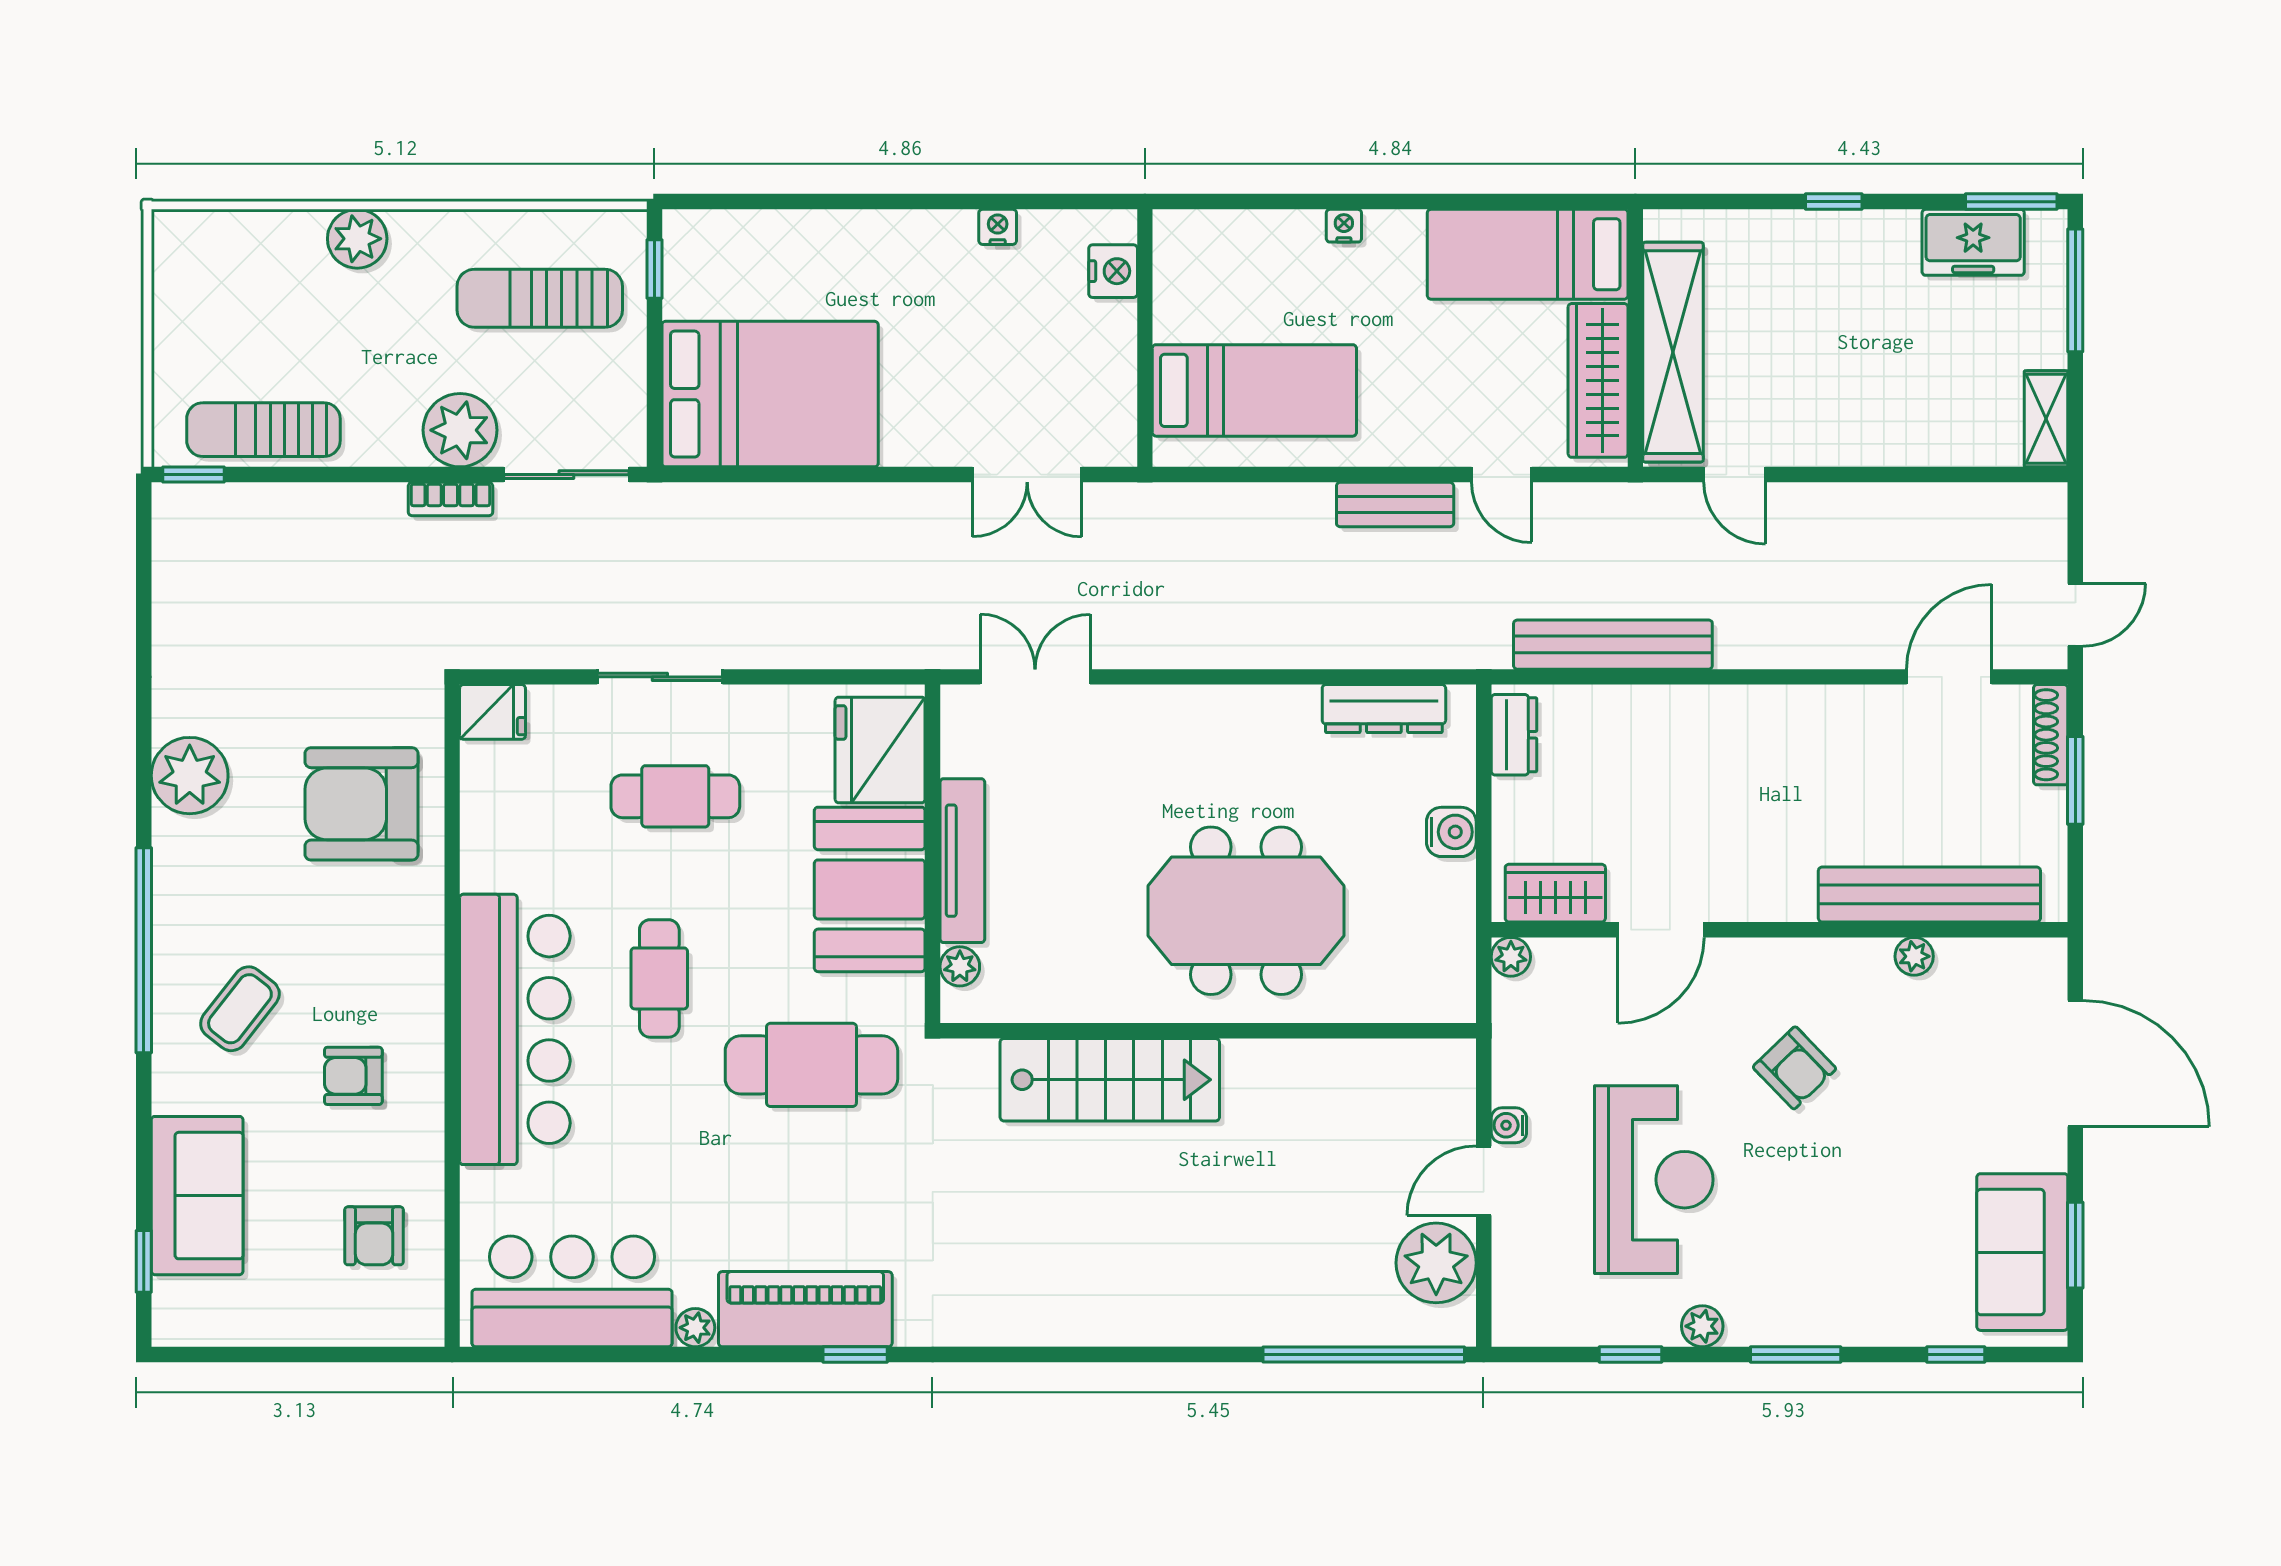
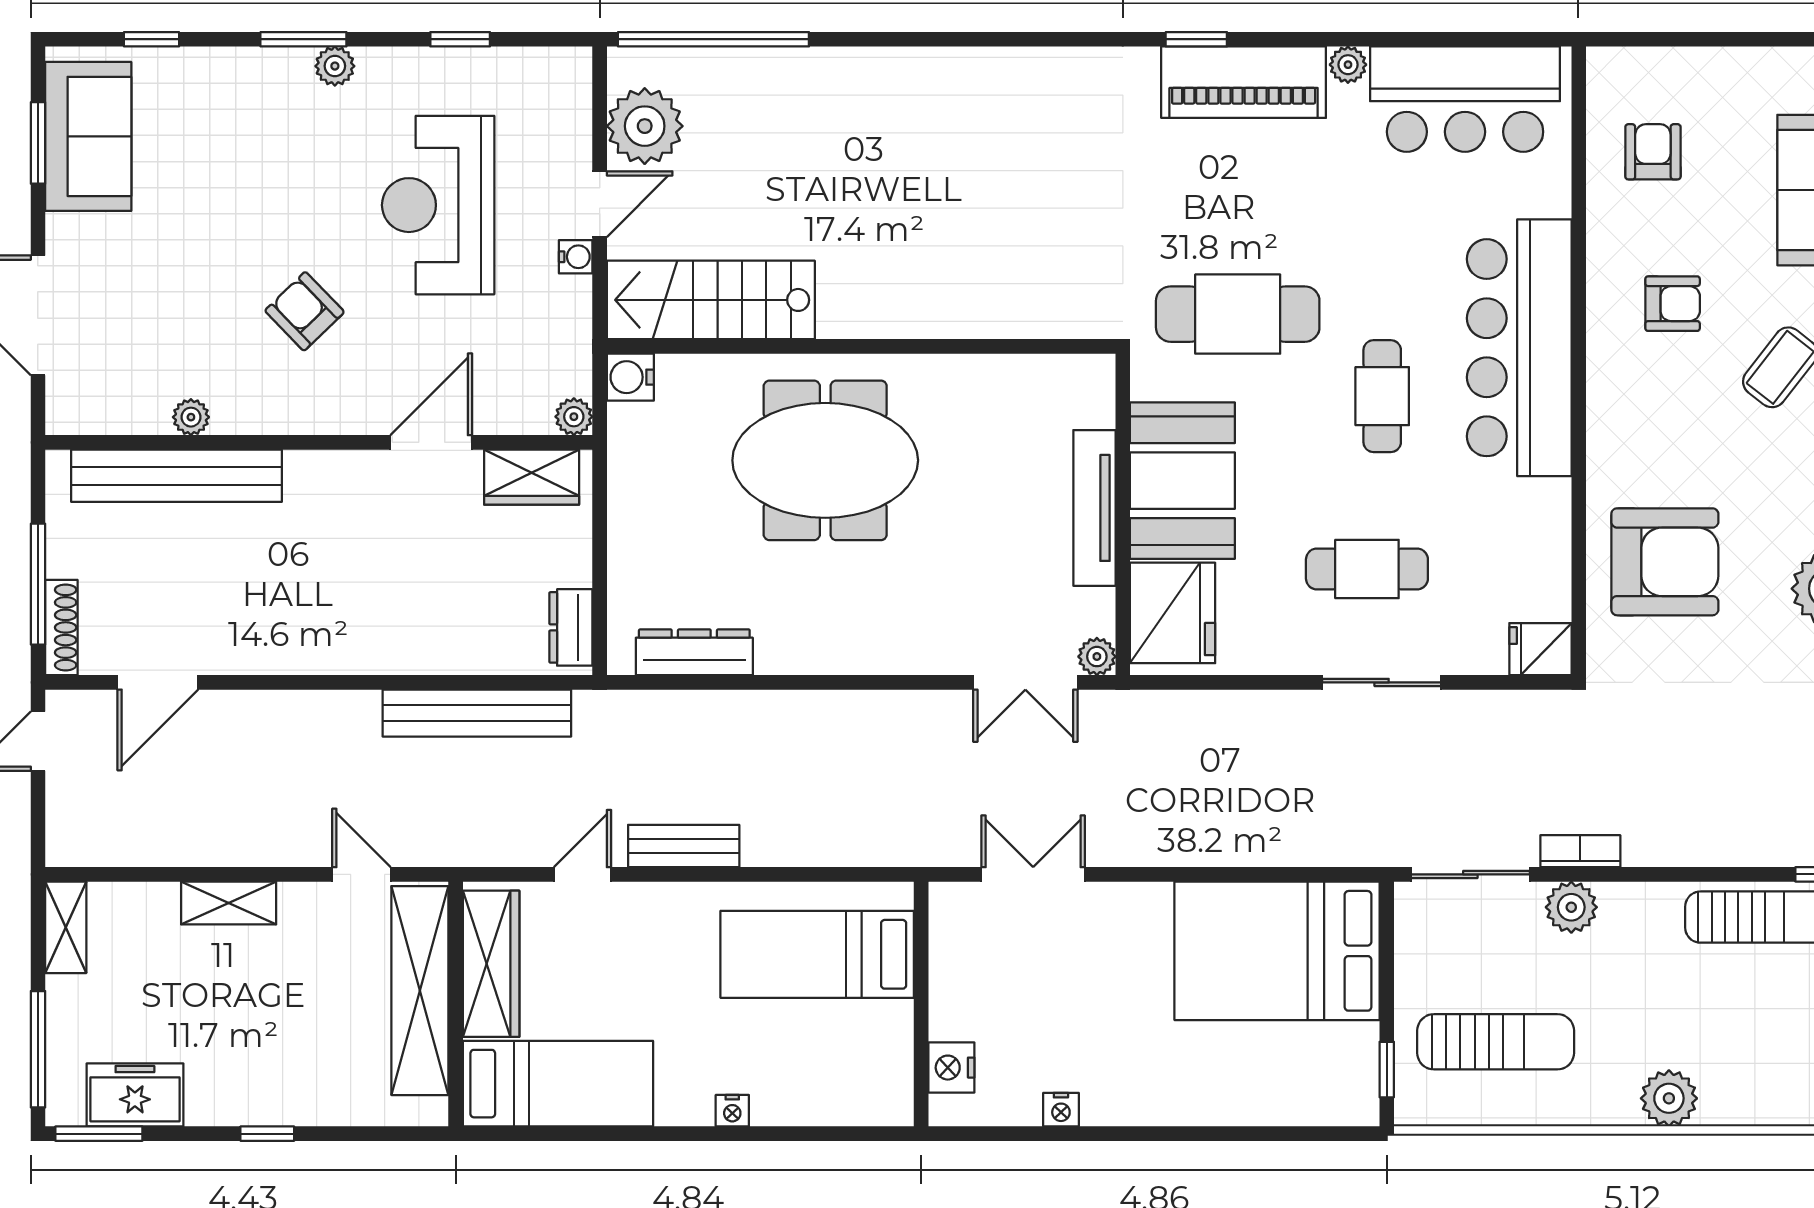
plant: (460, 430) -> (1571, 907), width x0.73, depth x0.73
shelving: (1874, 444) -> (229, 903), added
door: (1502, 475) -> (583, 874), hinge flipped
window: (2075, 780) -> (38, 584), width x1.44
water cooler: (1451, 832) -> (630, 377), moved
plant: (960, 966) -> (1097, 657), moved
stairs: (1110, 1080) -> (711, 300), moved
plant: (1702, 1326) -> (335, 66), moved

